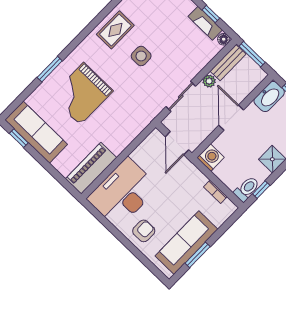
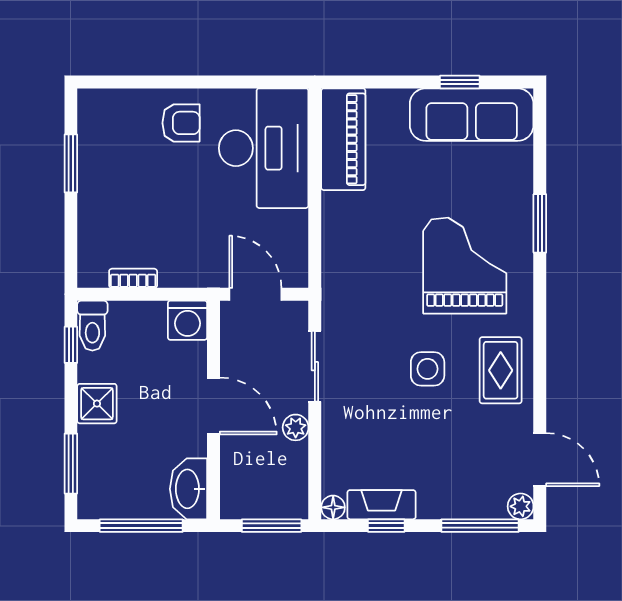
bench: (228, 63) -> (294, 480), removed
grand piano: (82, 94) -> (465, 266), moved
window: (19, 138) -> (460, 82), moved
armchair: (144, 231) -> (181, 123), turned -90
sofa: (186, 243) -> (104, 166), removed

